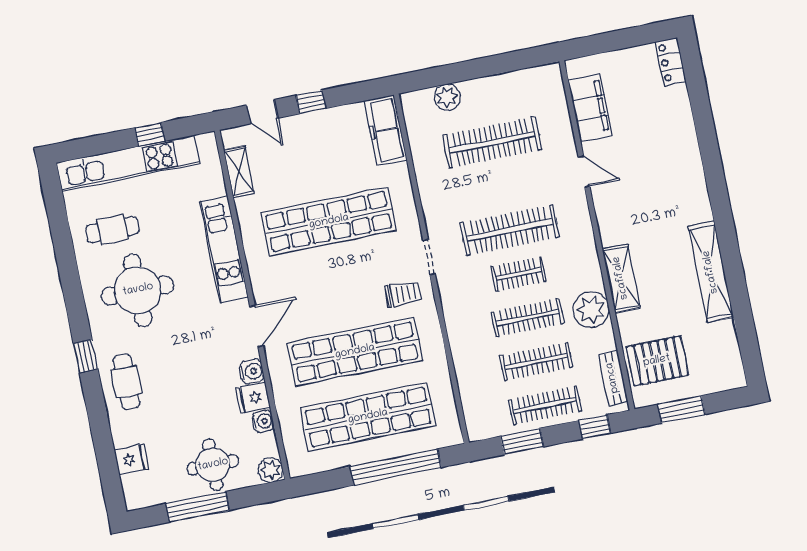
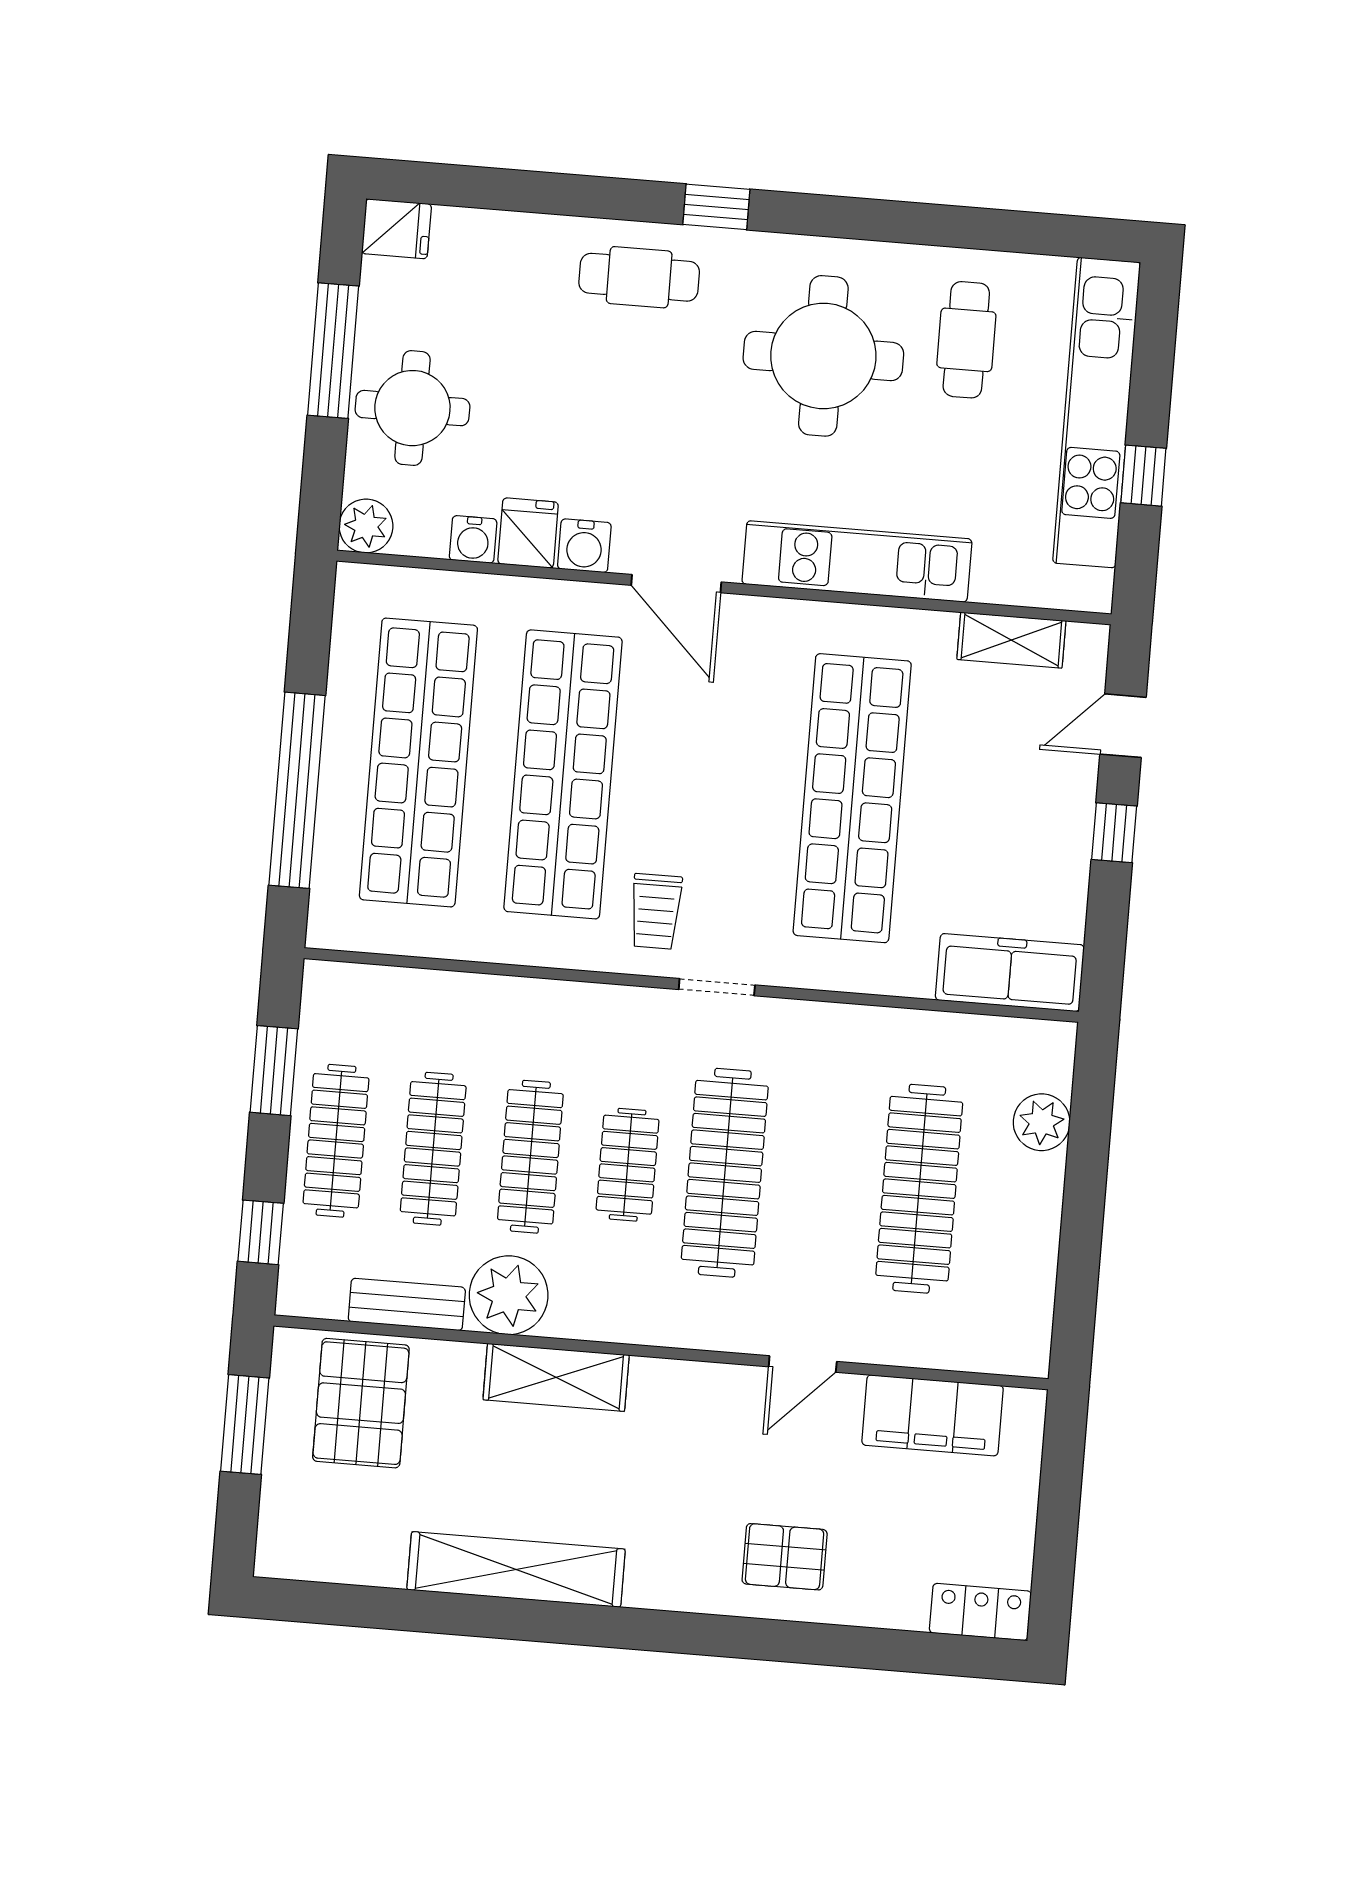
pallet: (671, 155) -> (785, 1557), added
bench: (613, 378) -> (407, 1304), moved
fridge: (131, 459) -> (396, 229), moved, turned -90

